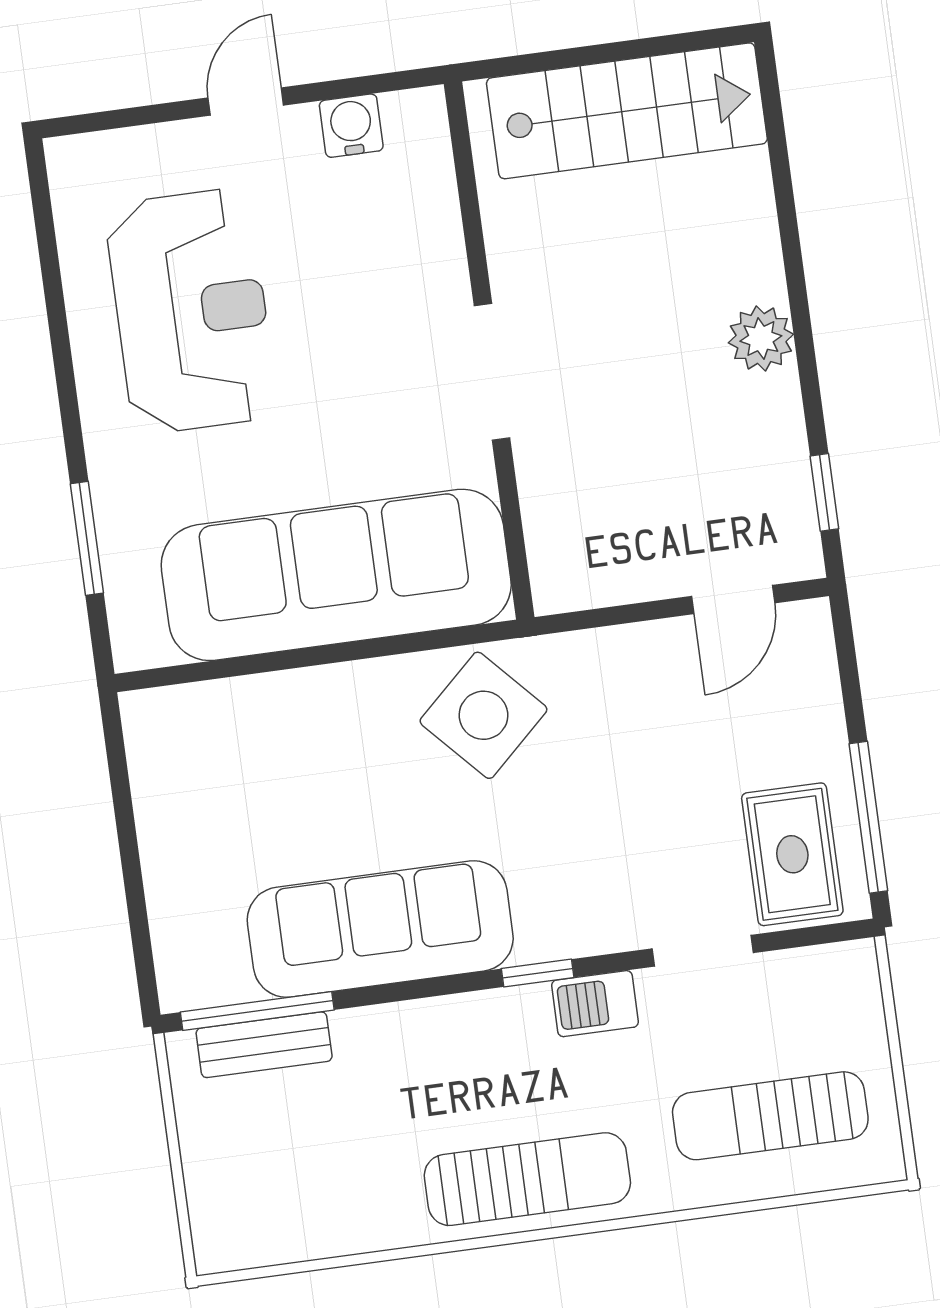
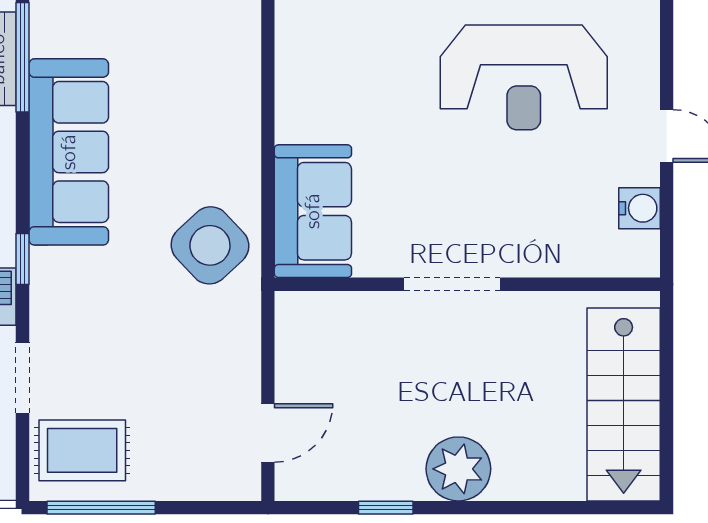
plant: (761, 339) -> (458, 469), width x1.36, depth x1.36
window: (824, 492) -> (386, 508), moved
sofa: (336, 575) -> (313, 211), width x0.54, depth x0.79
door: (733, 600) -> (268, 433), swing flipped

